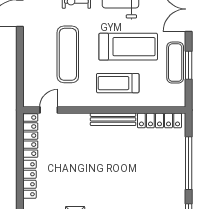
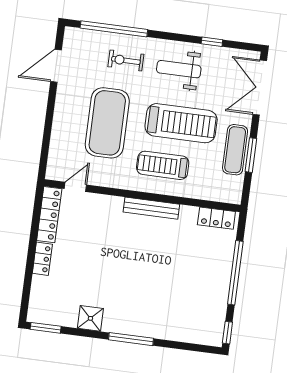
exercise mat: (68, 54) -> (107, 123), width x1.47
locker: (159, 120) -> (216, 218), width x0.66
locker: (29, 179) -> (42, 259), width x0.66

